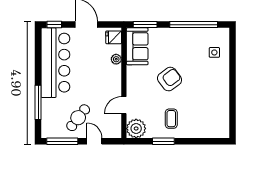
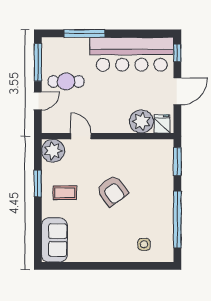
sofa: (137, 46) -> (54, 240), moved, turned -90
plant: (116, 59) -> (141, 121), width x1.87, depth x1.87
cafe table: (78, 118) -> (66, 81), turned -38

